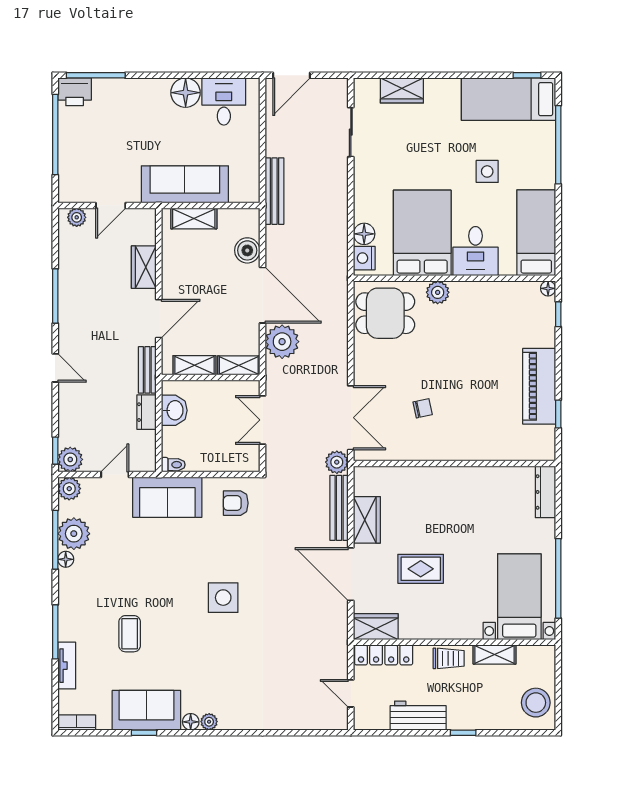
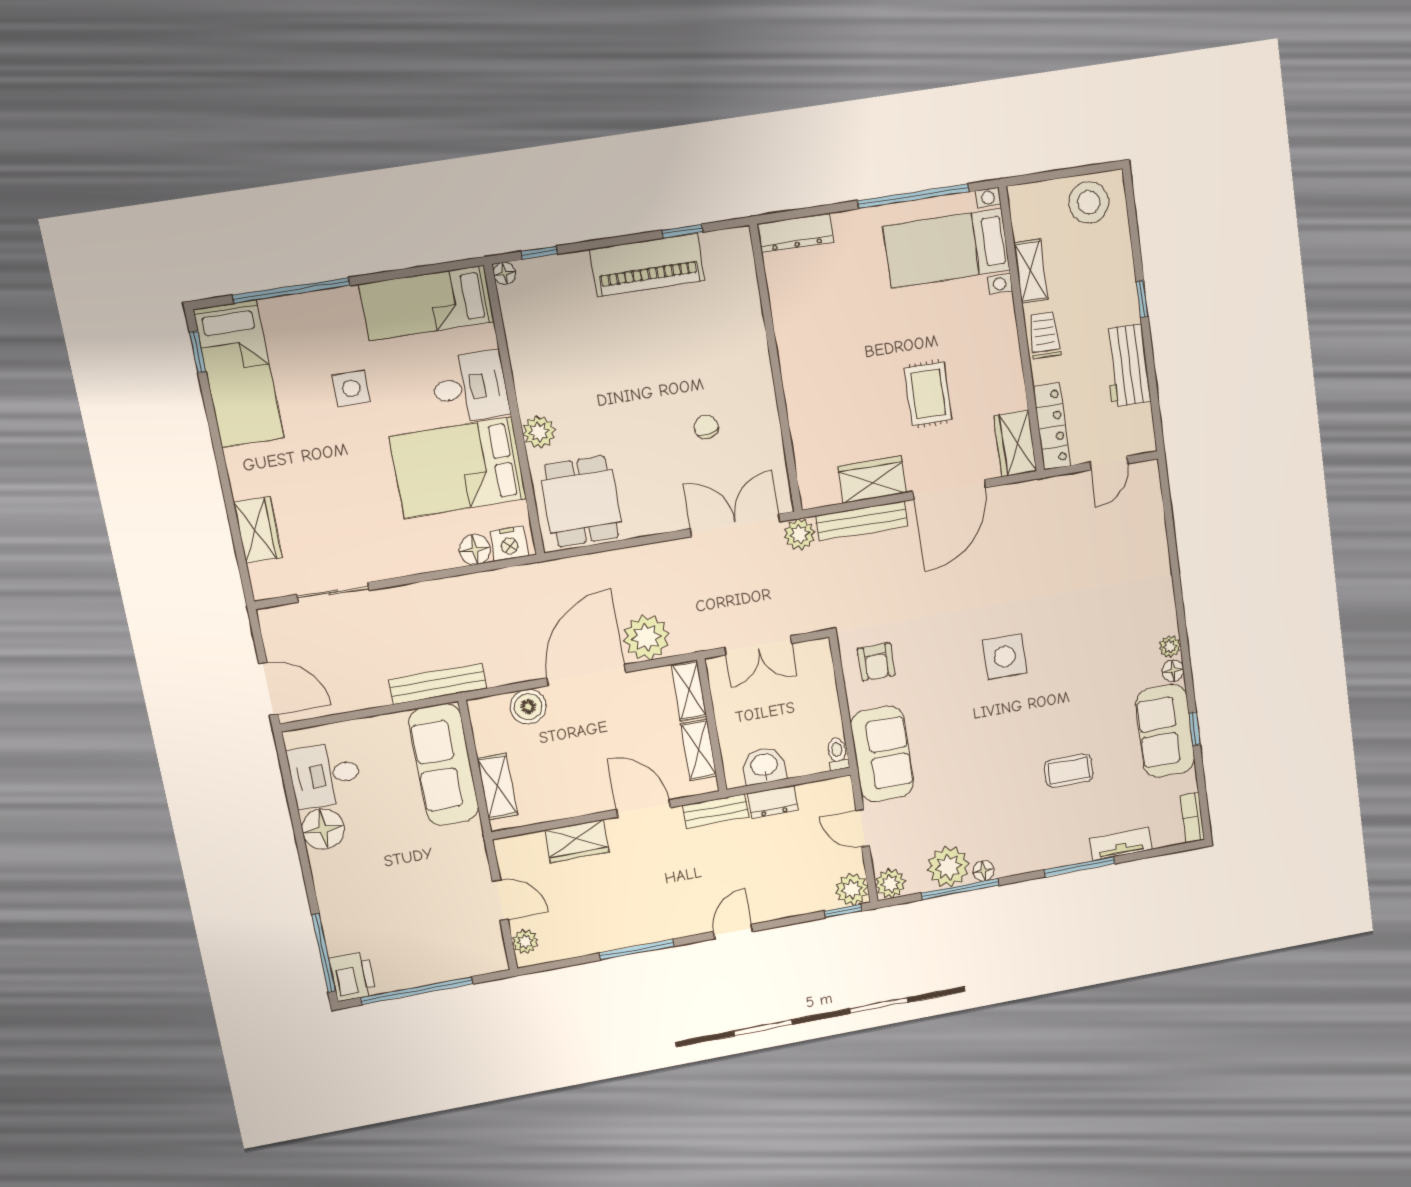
sofa: (185, 184) -> (444, 765), moved

